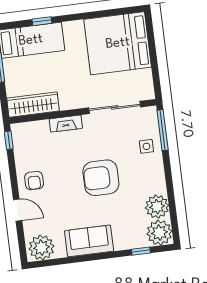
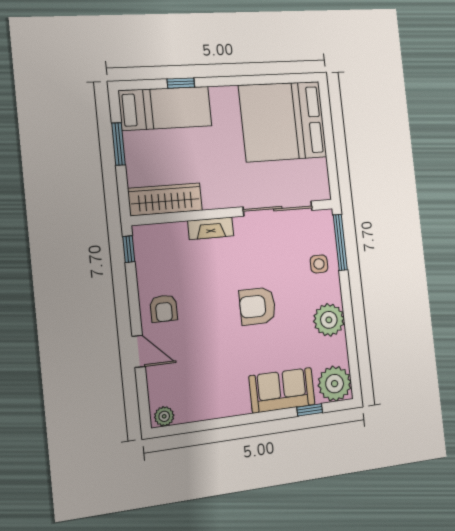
armchair: (101, 178) -> (258, 306), width x0.73, depth x0.73
plant: (157, 207) -> (329, 320), moved
sofa: (89, 241) -> (282, 390), moved
plant: (41, 248) -> (164, 416), width x0.53, depth x0.53

